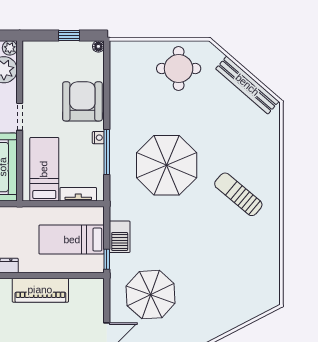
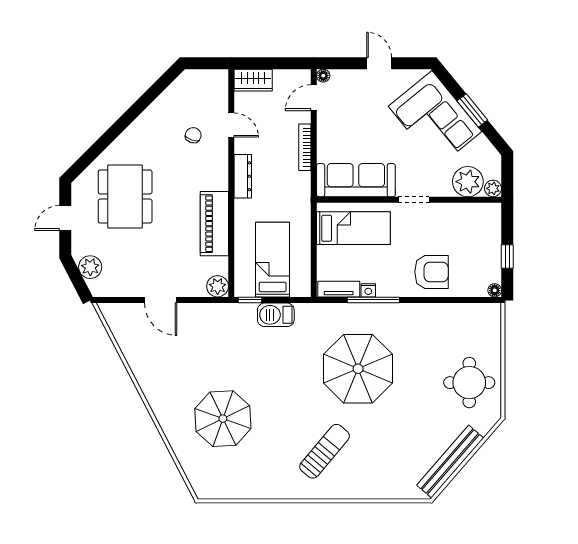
armchair: (82, 101) -> (431, 272), width x0.73, depth x0.73
nightstand: (98, 138) -> (368, 290), moved
tv unit: (78, 194) -> (339, 289), moved, turned -90
plant: (95, 287) -> (218, 286), added
parasol: (151, 295) -> (223, 419), moved

